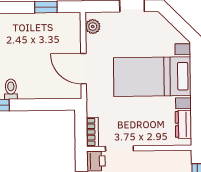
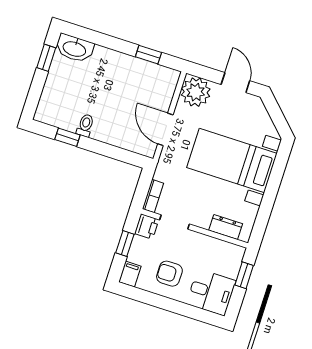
plant: (93, 26) -> (196, 92), width x1.87, depth x1.87
dresser: (183, 124) -> (226, 227), moved, turned 90

